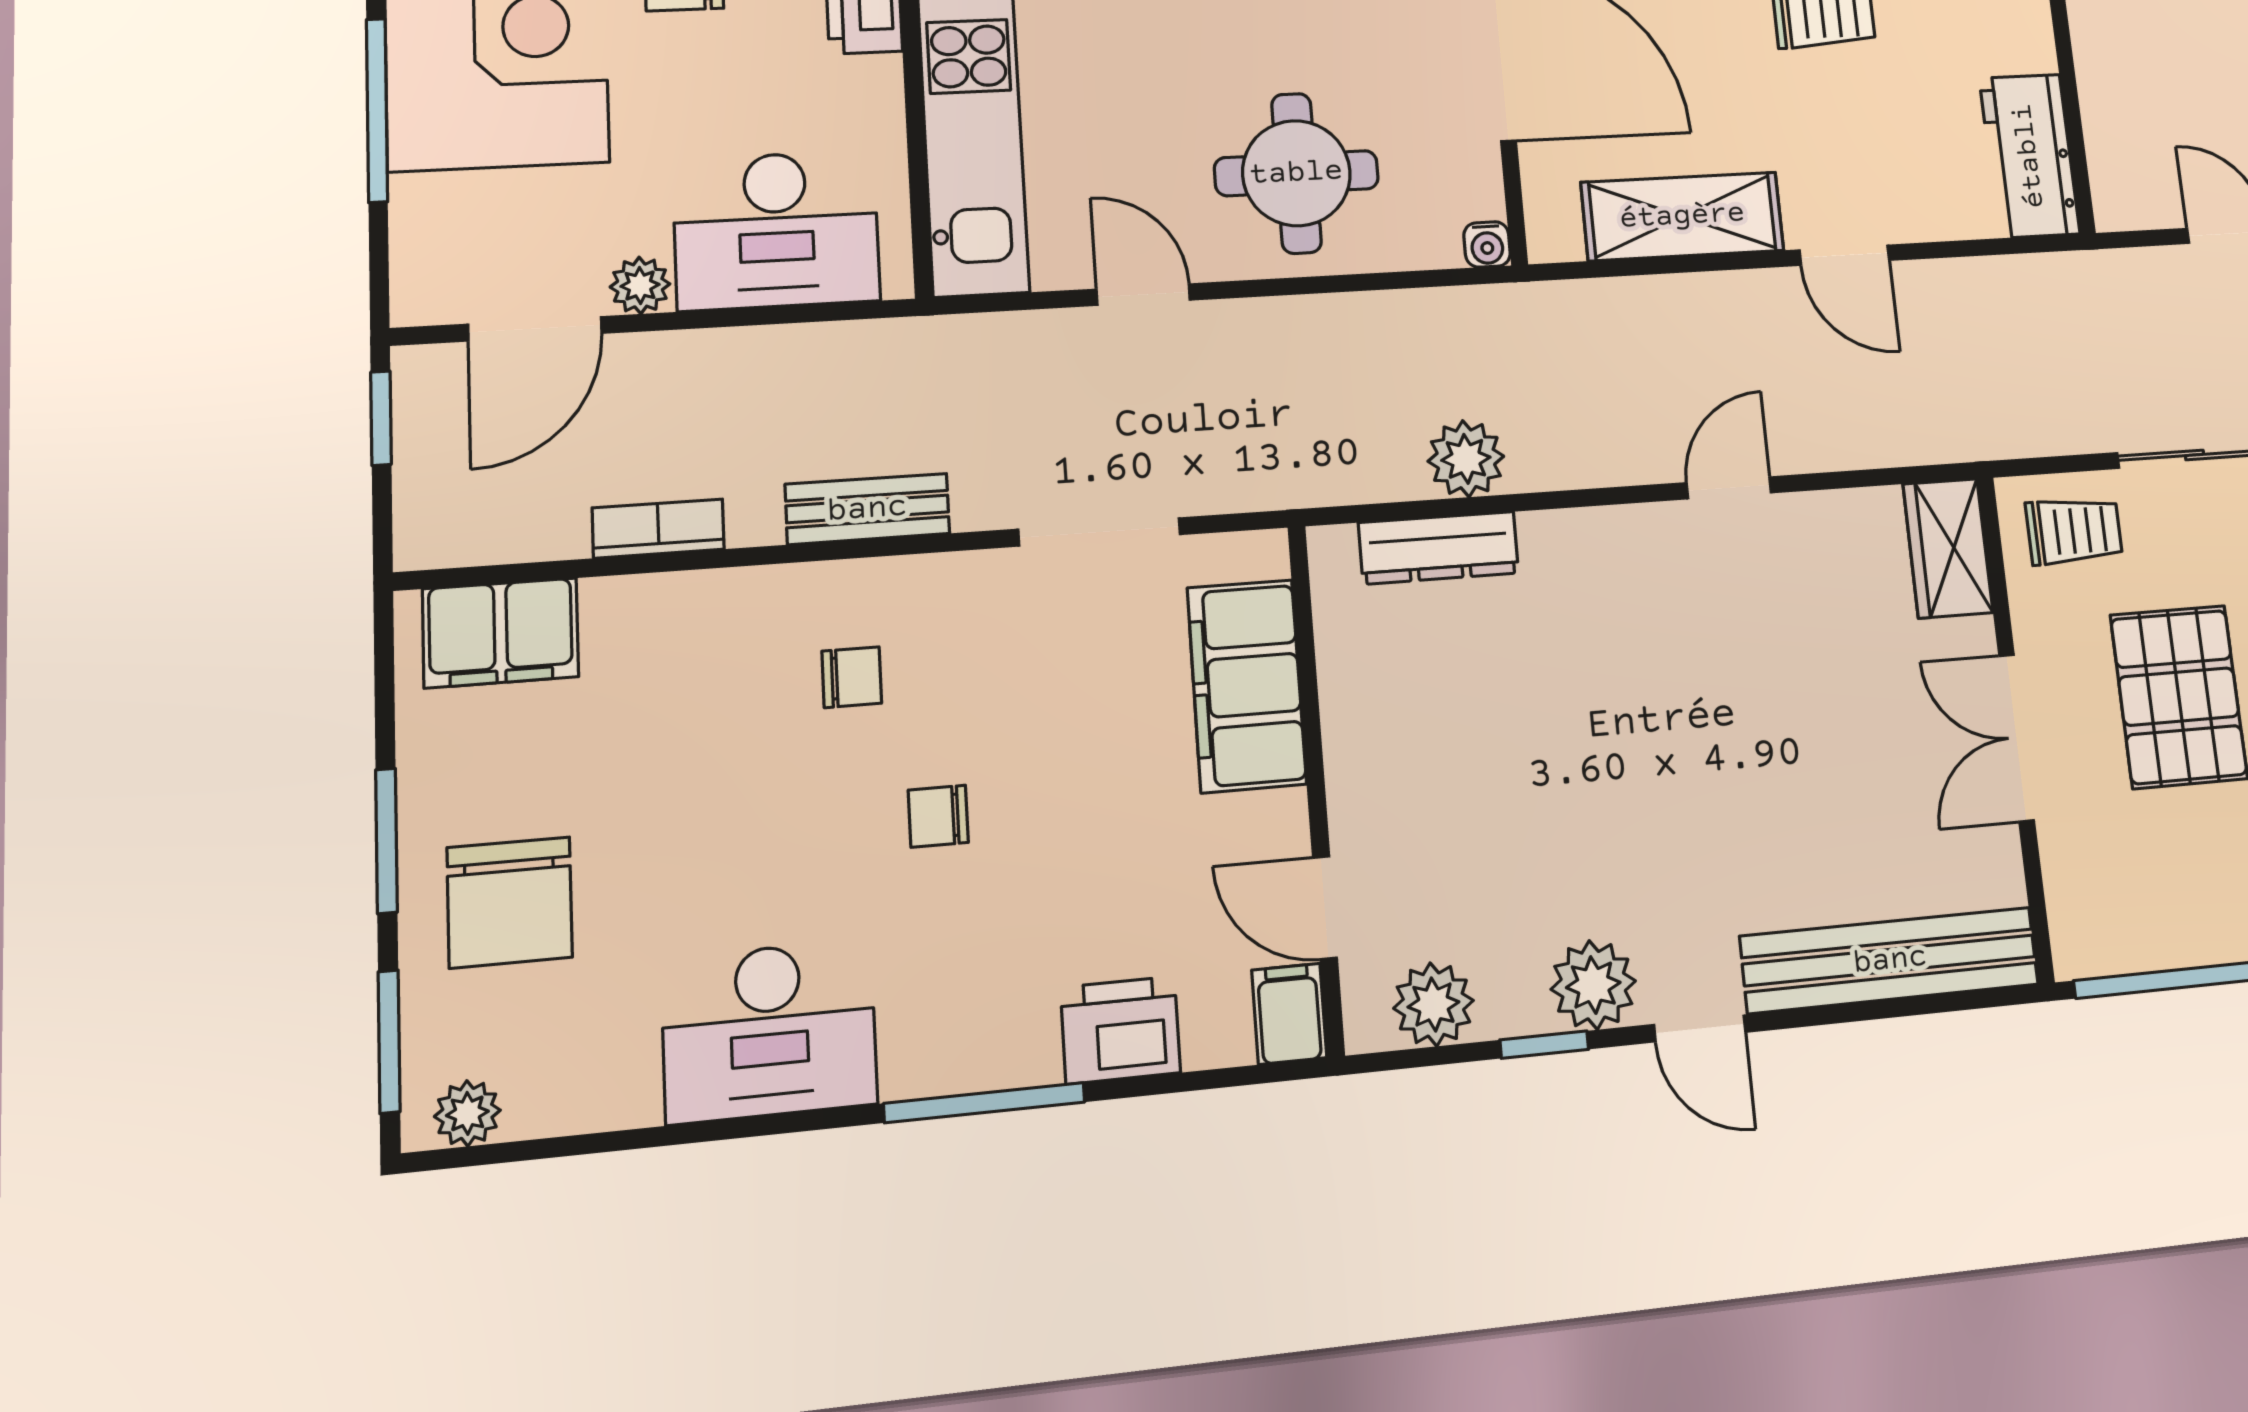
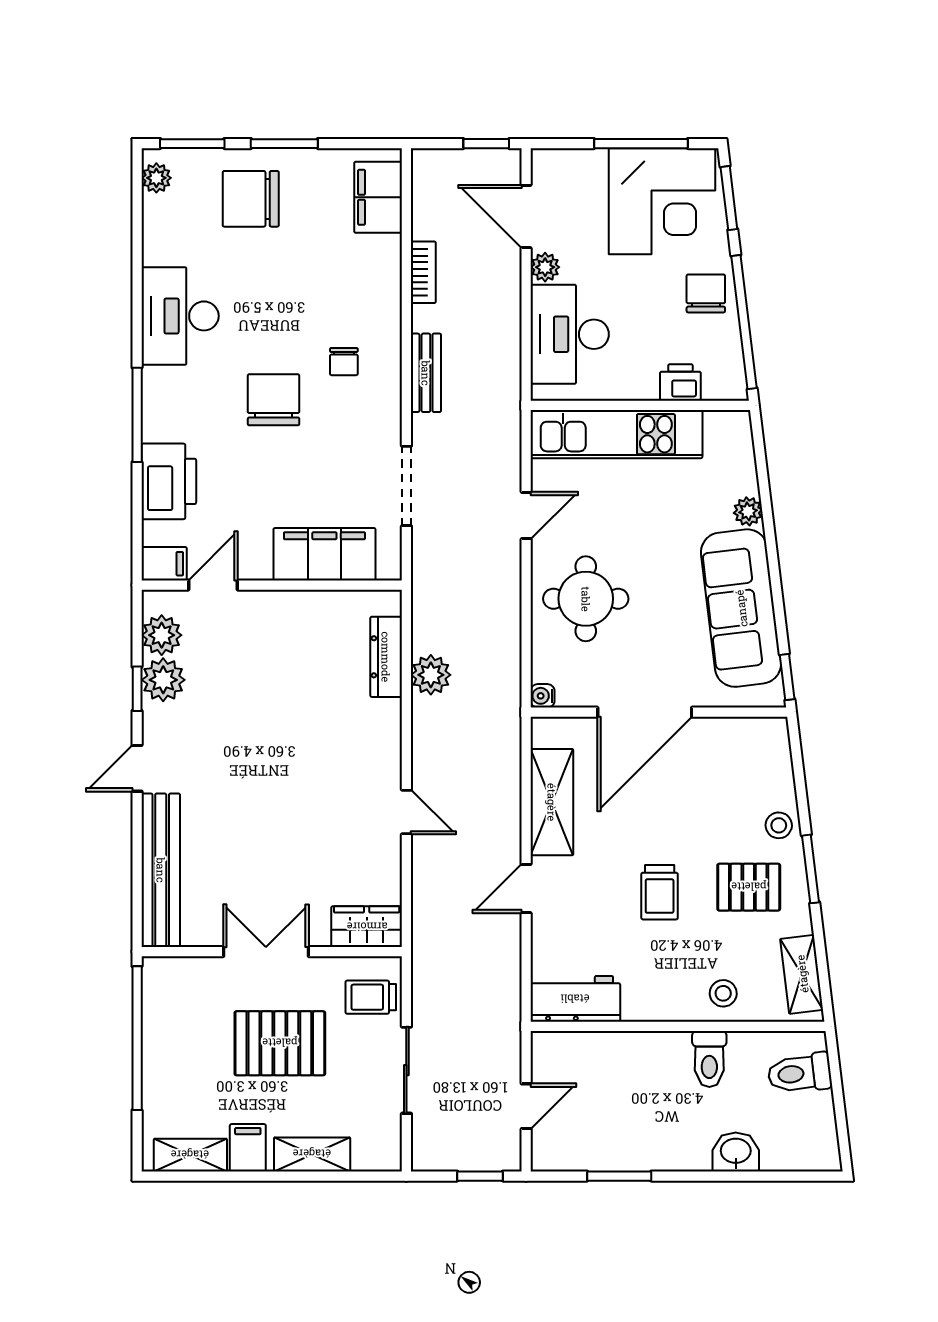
trolley: (2074, 531) -> (371, 997), turned 90
chair: (938, 816) -> (274, 400), width x1.87, depth x1.87
plant: (1593, 985) -> (163, 680), moved
printer: (1120, 1030) -> (169, 481), width x1.37, depth x1.19

